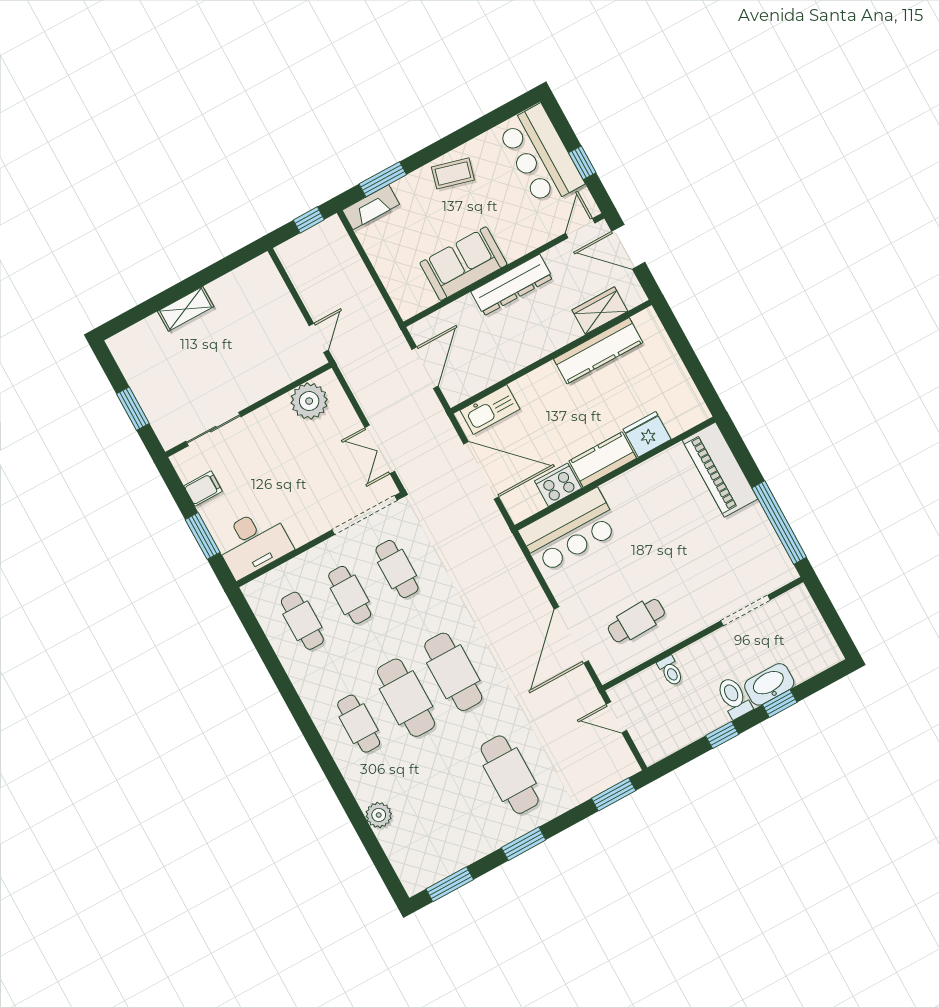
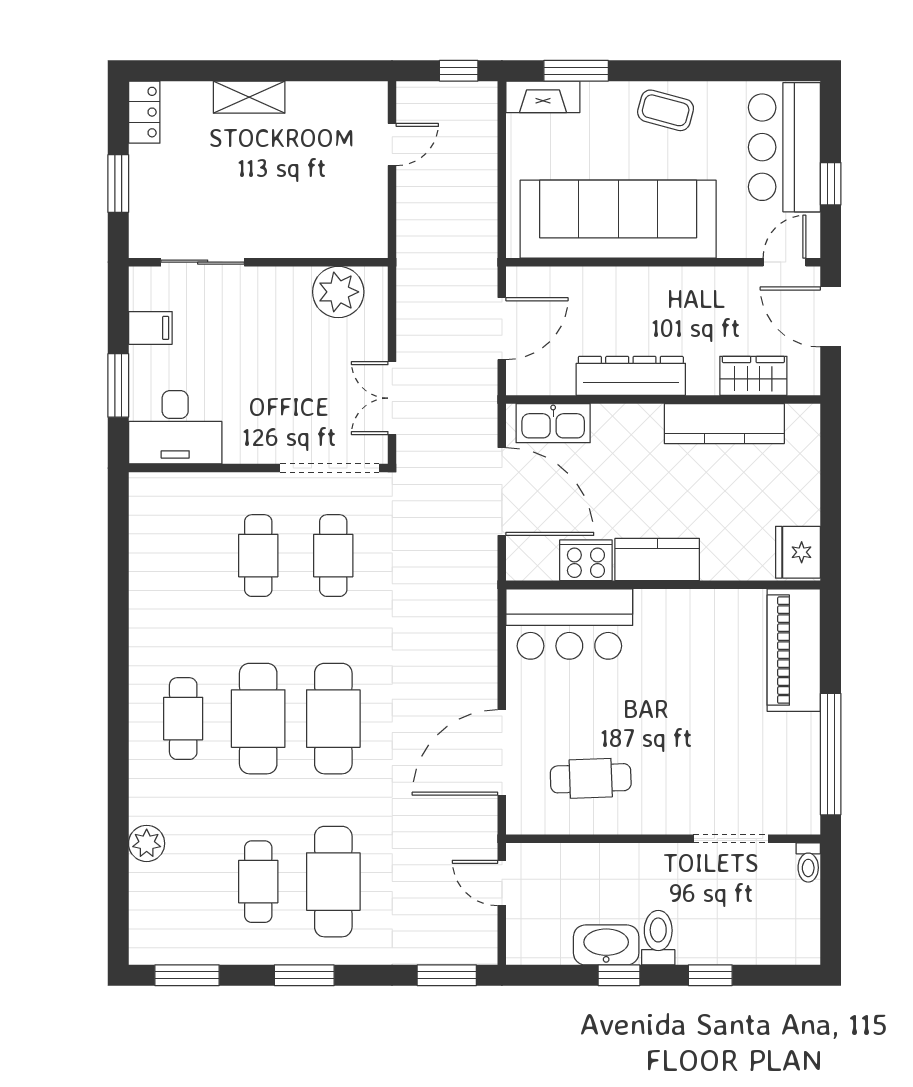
sofa: (463, 264) -> (618, 219), width x1.85, depth x1.27
dresser: (512, 285) -> (631, 376), moved, turned 180
door: (319, 338) -> (392, 145), moved
locker: (125, 355) -> (144, 112), added
fridge: (647, 434) -> (798, 552), moved, turned -90
cafe table: (302, 621) -> (258, 882), moved
toilet: (670, 671) -> (808, 862), moved
washbasin: (769, 684) -> (606, 945), moved

